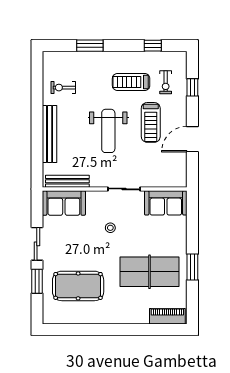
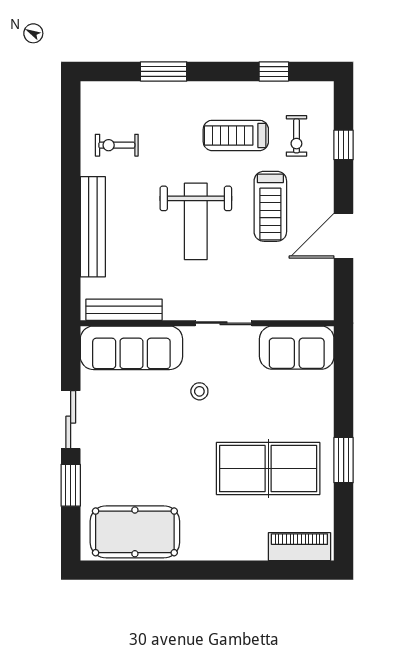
sofa: (64, 203) -> (131, 348), width x1.36
pool table: (78, 286) -> (135, 532), moved

